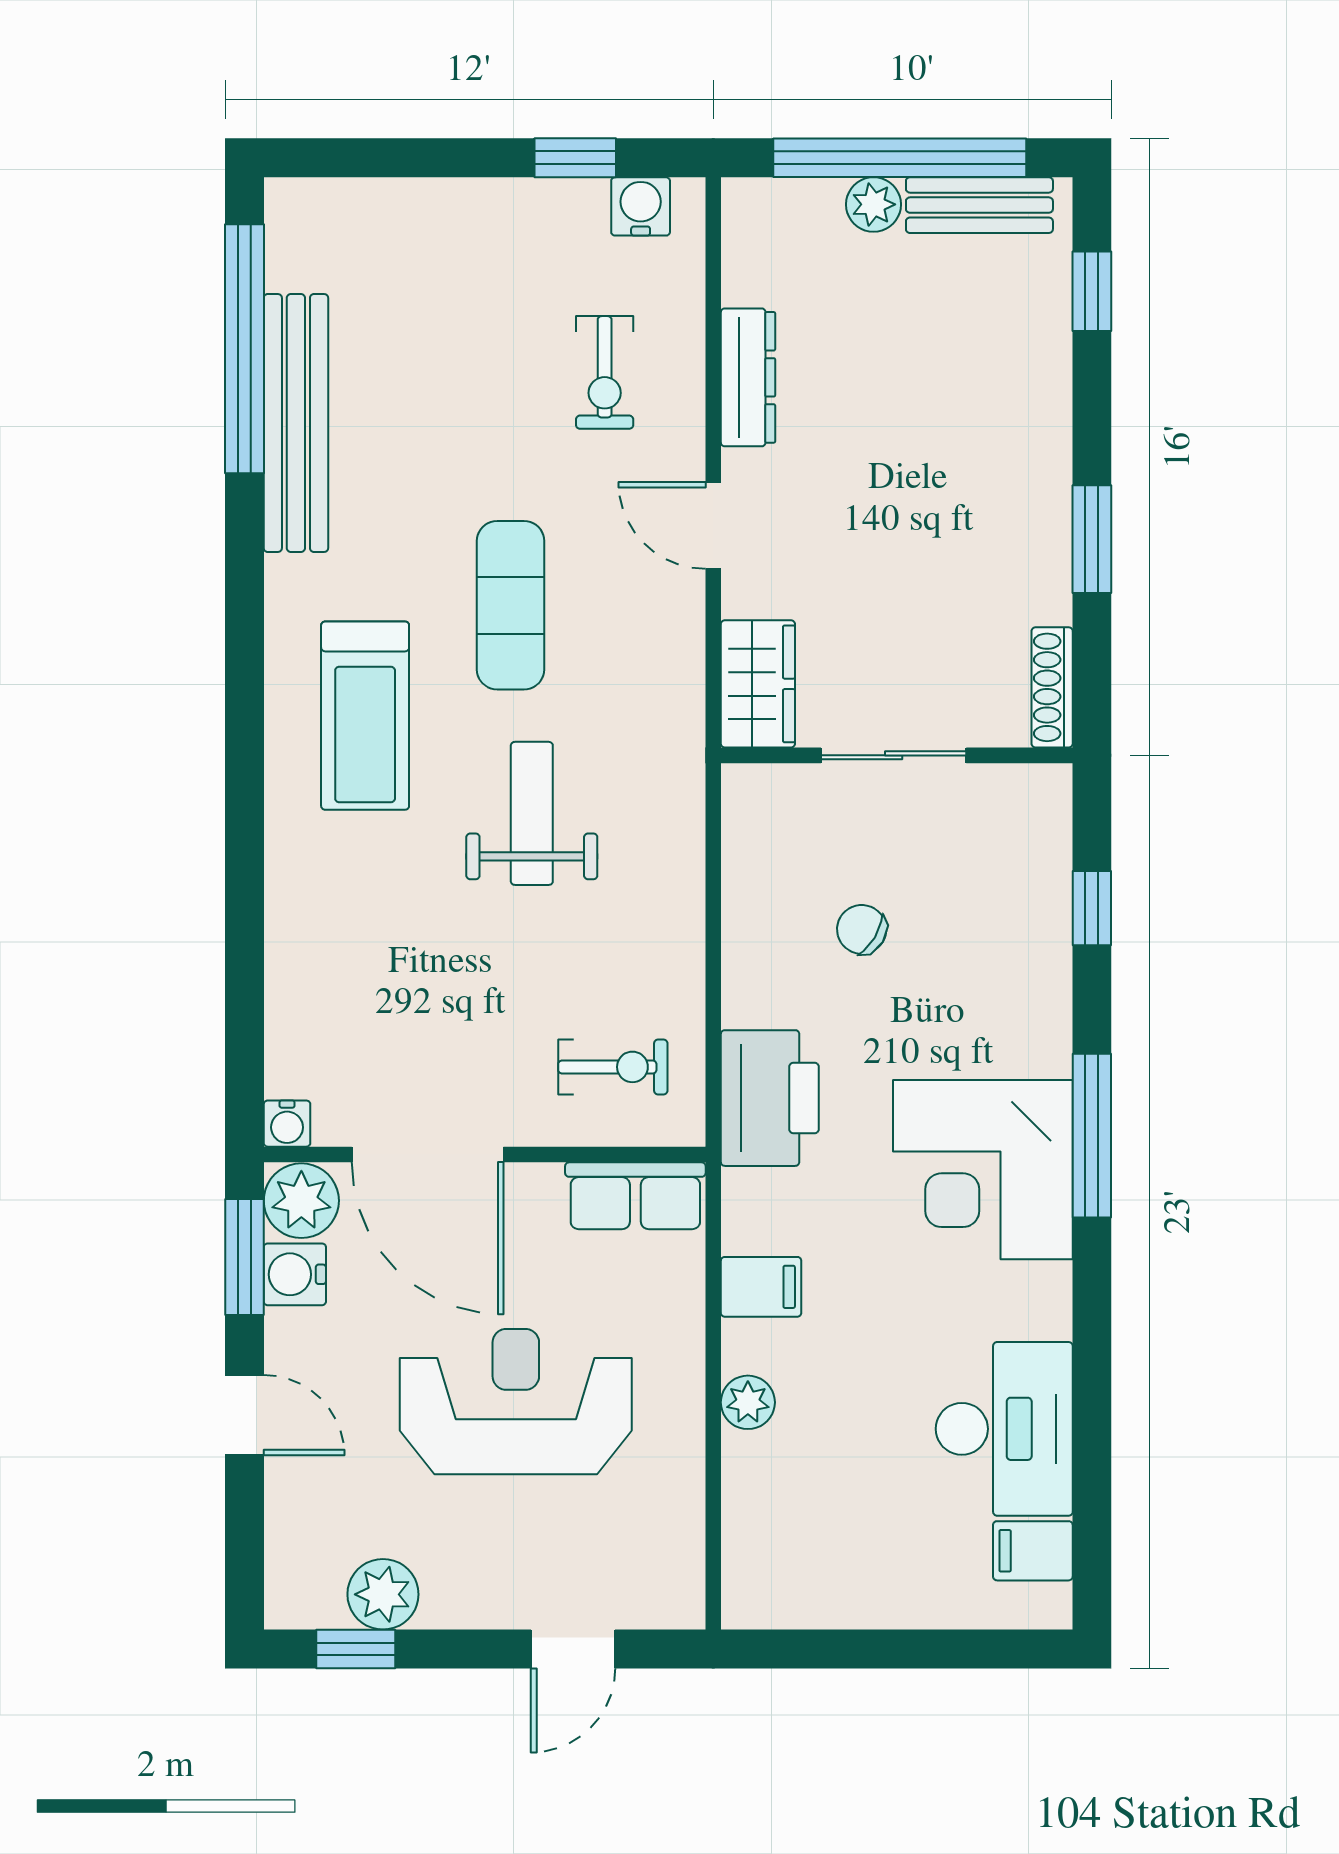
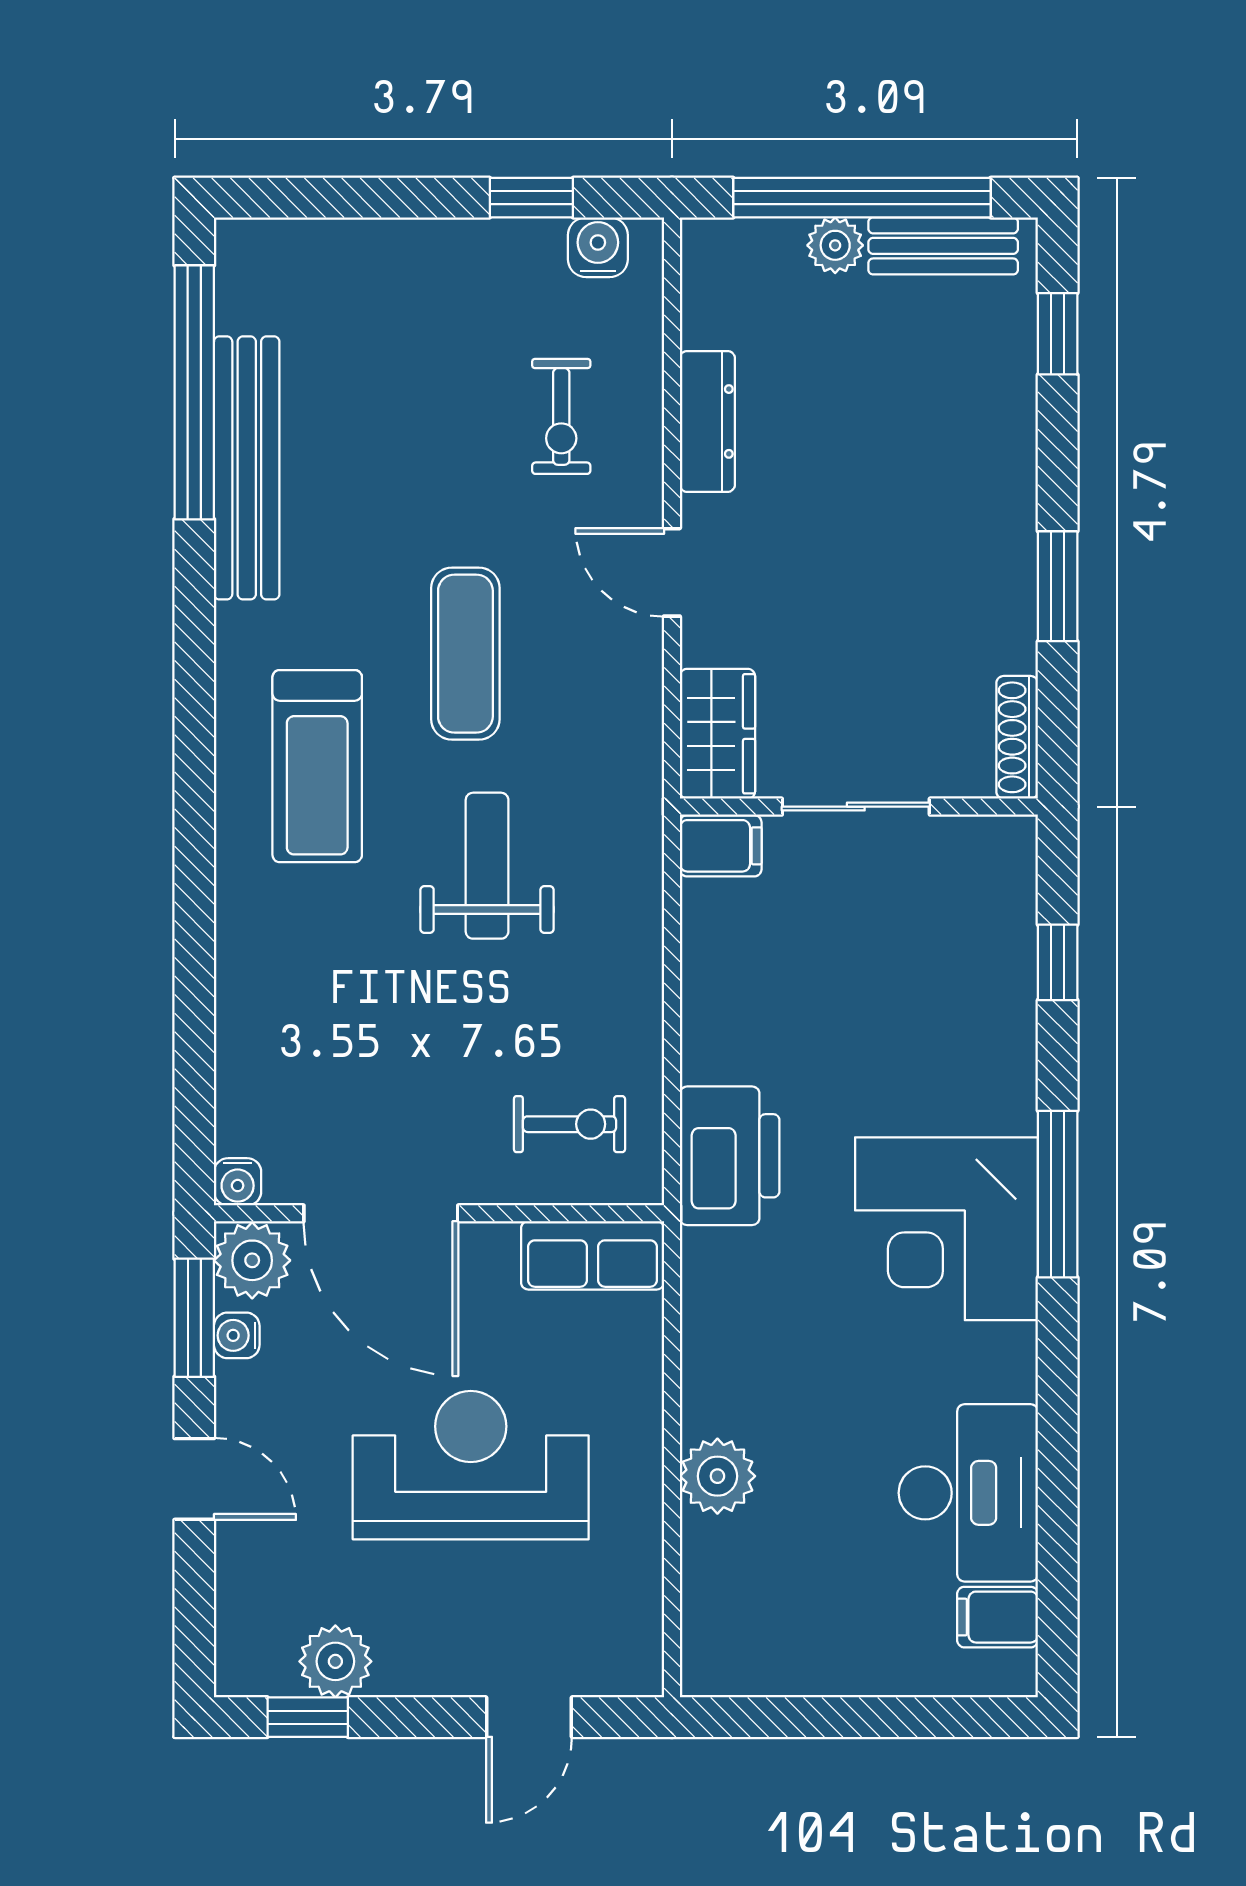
chair: (862, 929) -> (823, 984), removed
water cooler: (295, 1274) -> (237, 1335), width x0.72, depth x0.72
filing cabinet: (761, 1287) -> (721, 846), moved
plant: (748, 1402) -> (717, 1476), width x1.38, depth x1.38

